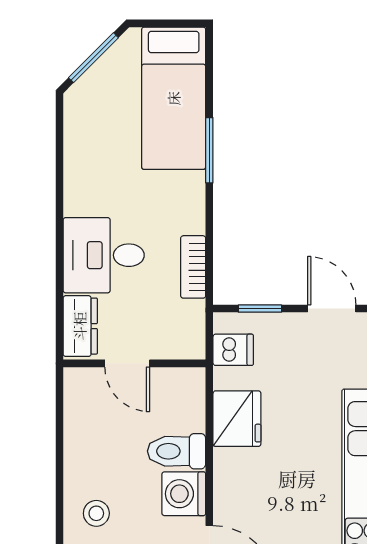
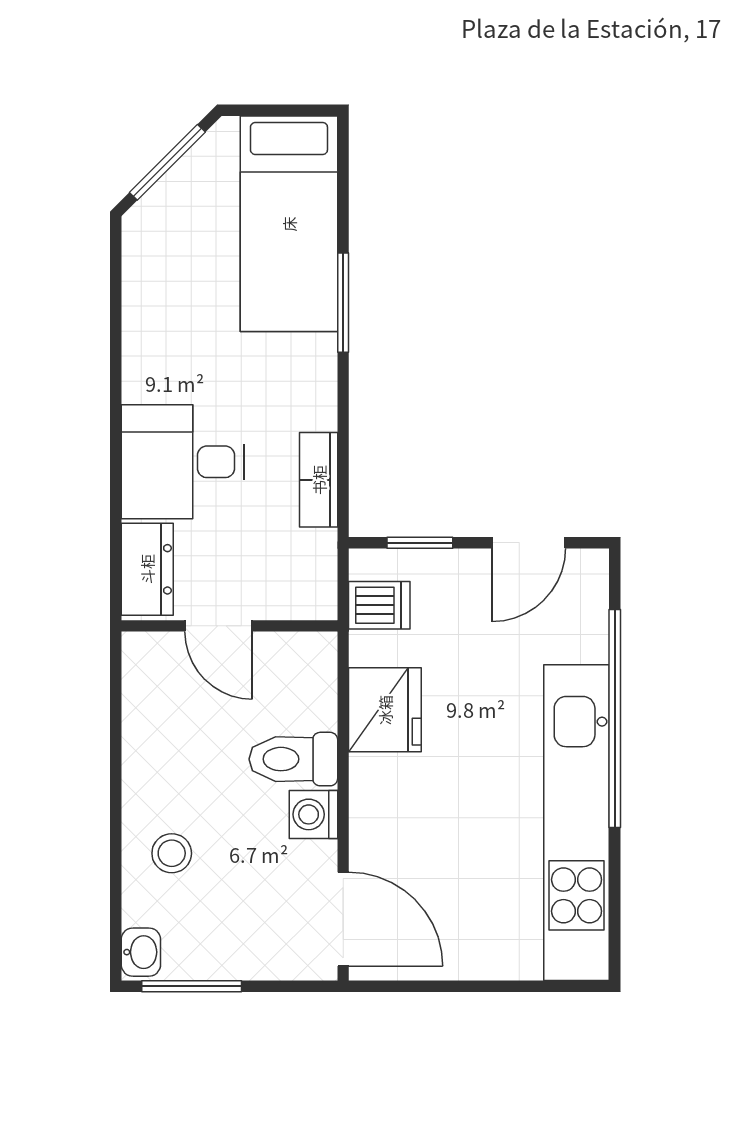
door: (332, 309) -> (529, 543), swing flipped
washing machine: (184, 494) -> (313, 814), width x0.73, depth x0.73

